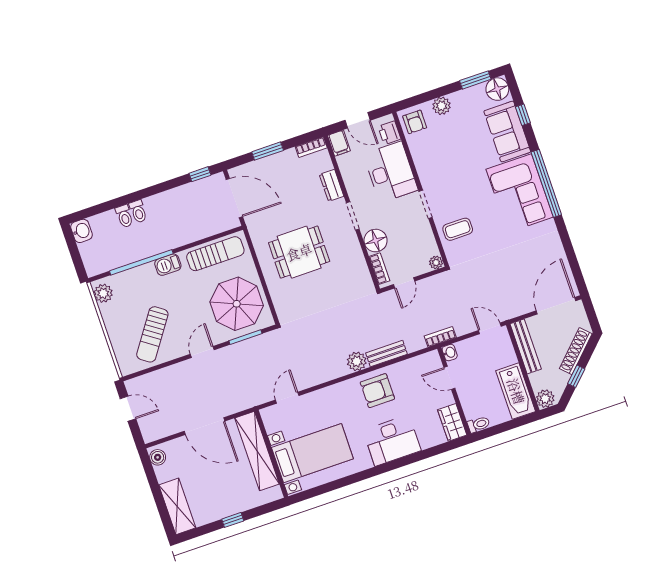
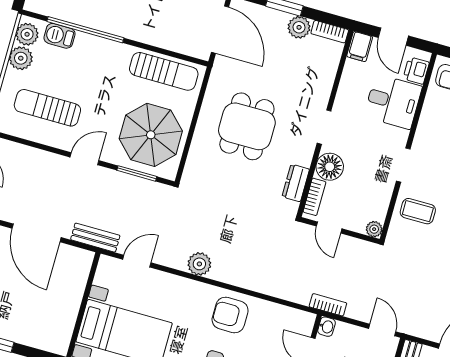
plant: (288, 159) -> (299, 27), added
desk: (391, 172) -> (393, 102), width x0.73
dresser: (332, 185) -> (296, 183), moved
dining table: (299, 252) -> (247, 126), turned 90
barbecue: (168, 265) -> (60, 36), moved
door: (404, 283) -> (329, 227), hinge flipped
plant: (110, 313) -> (21, 58), added
sun lounger: (152, 334) -> (47, 108), turned 55
bench: (387, 354) -> (95, 238), moved
plant: (357, 361) -> (199, 264), moved
shelving: (257, 451) -> (71, 293), removed

